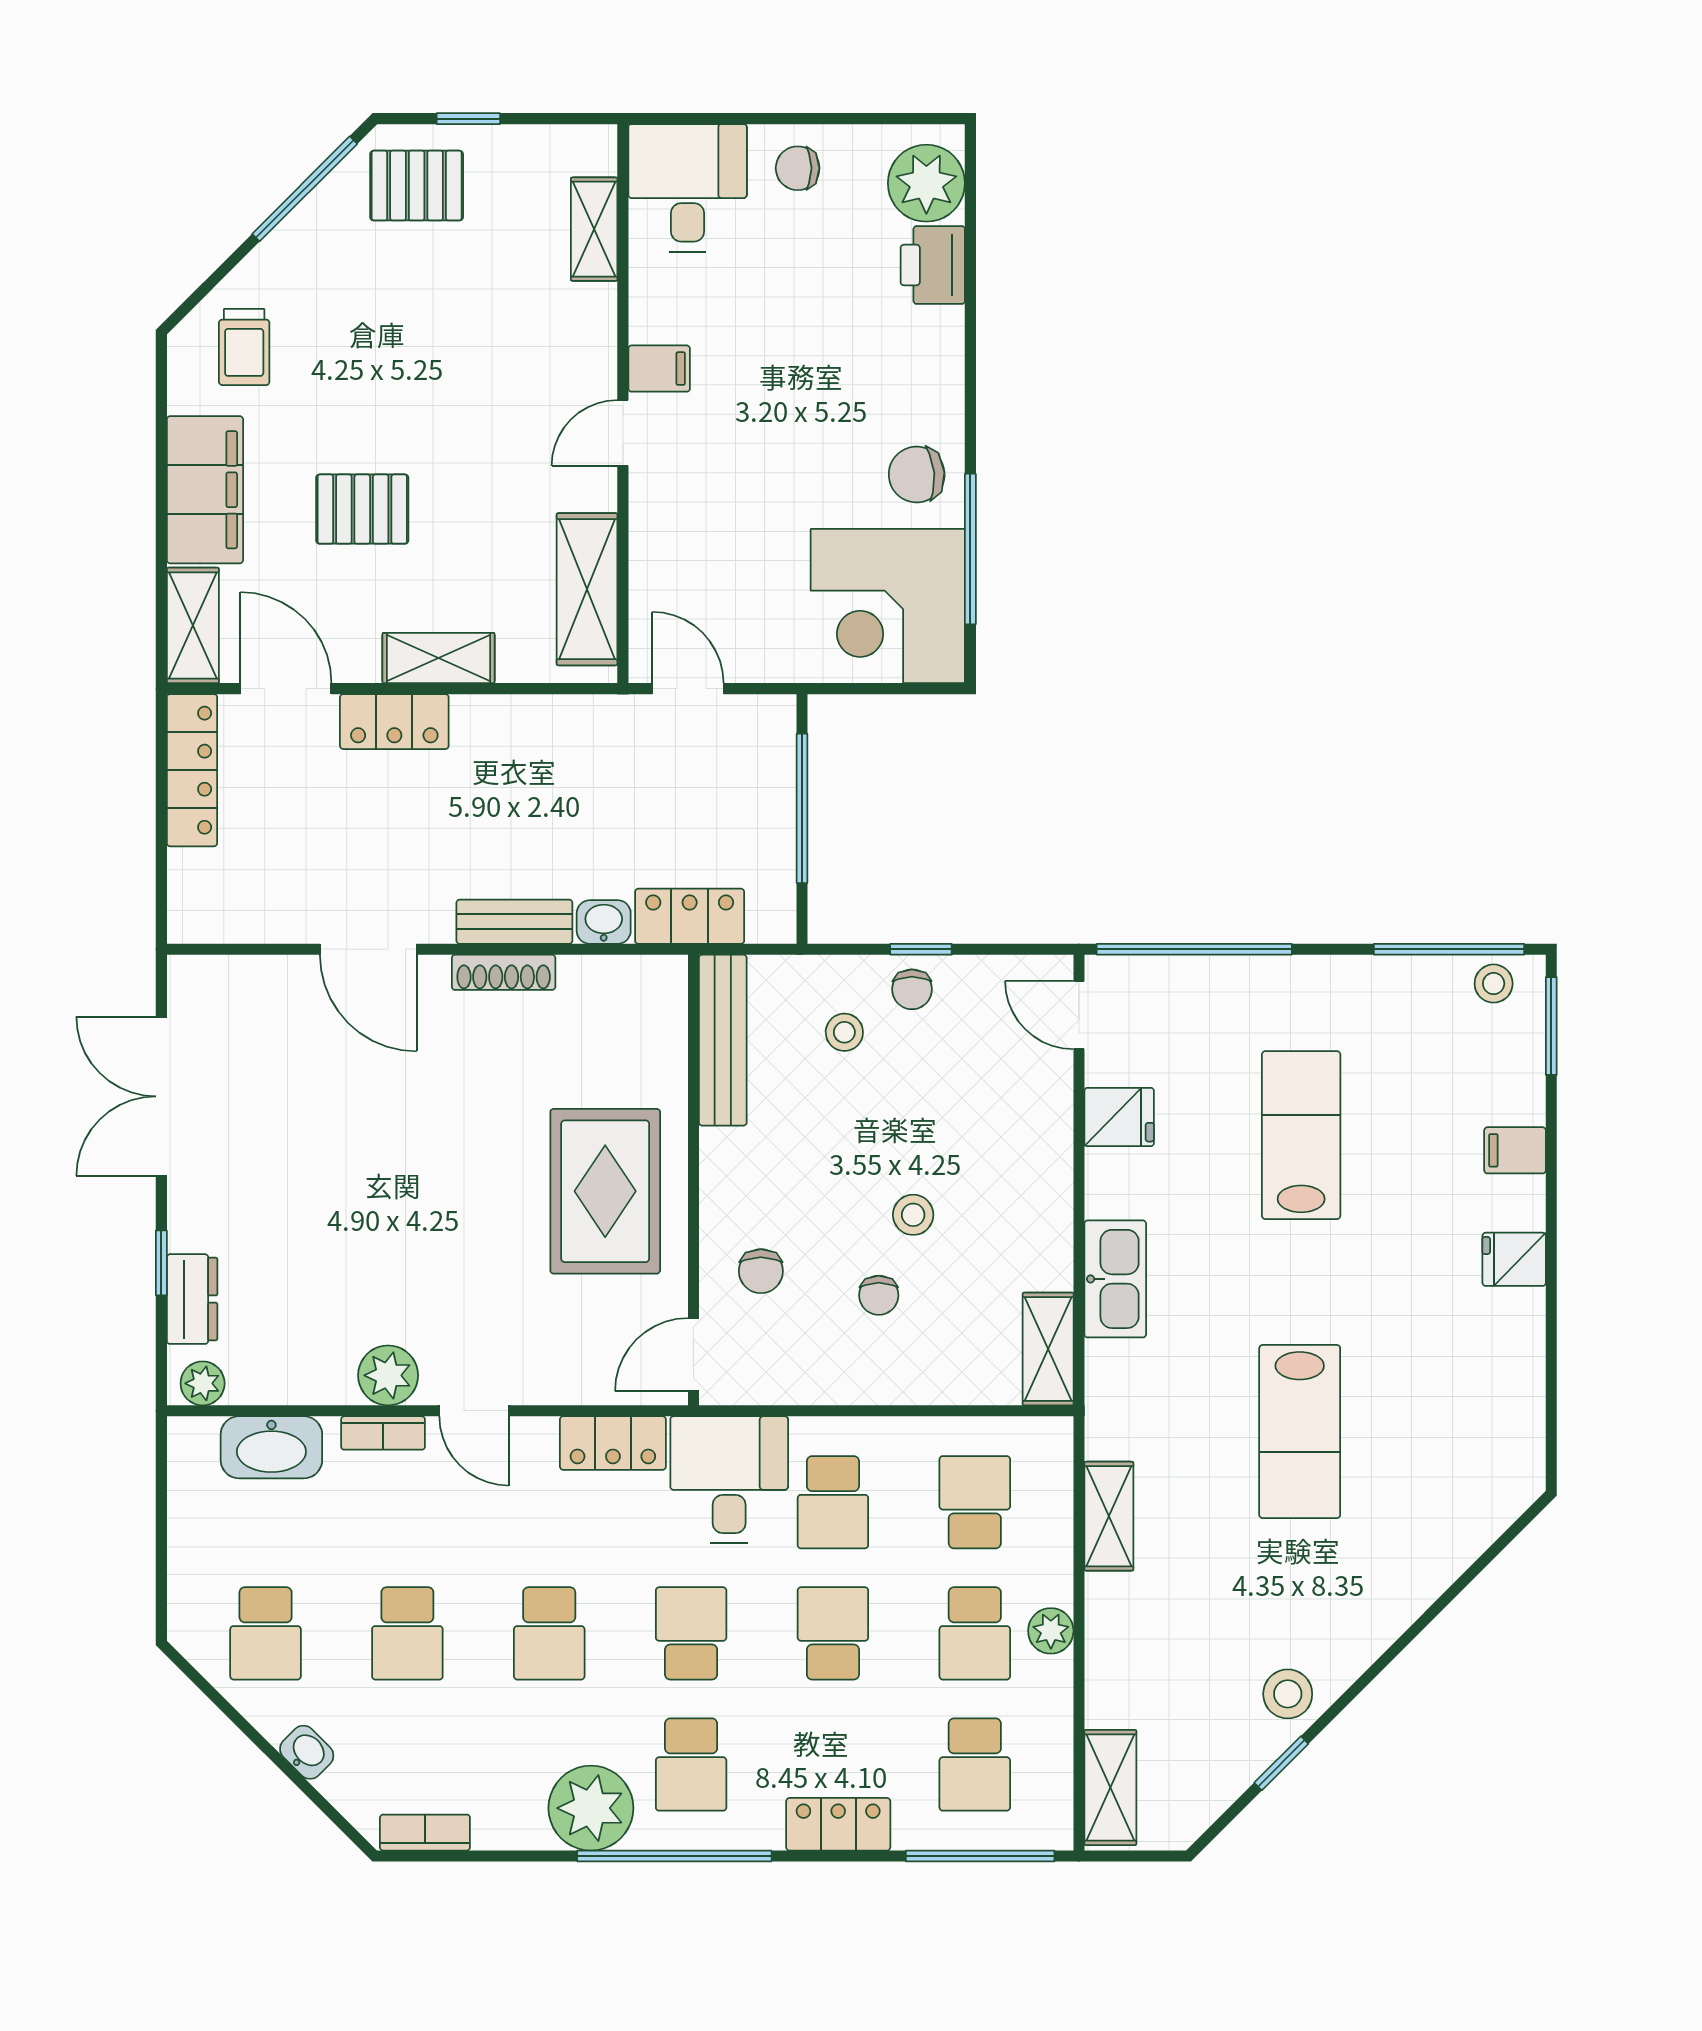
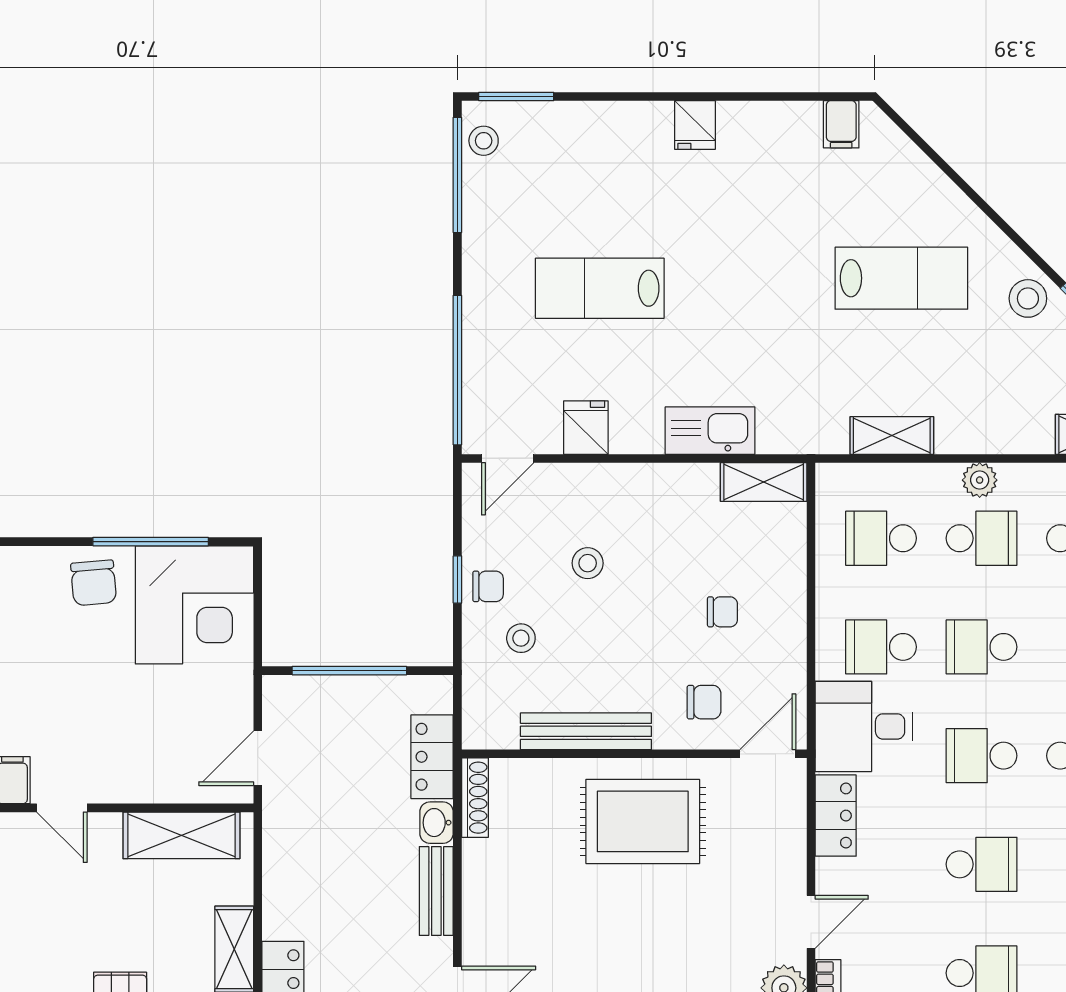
shoe rack: (504, 972) -> (475, 798), moved
bench: (723, 1040) -> (586, 731), moved
filing cabinet: (1515, 1150) -> (841, 124), moved
stool: (913, 1215) -> (588, 563), moved
door: (693, 1355) -> (768, 754), swing flipped
lab bench: (1300, 1432) -> (901, 278), moved
school desk: (833, 1502) -> (881, 647), turned 180

